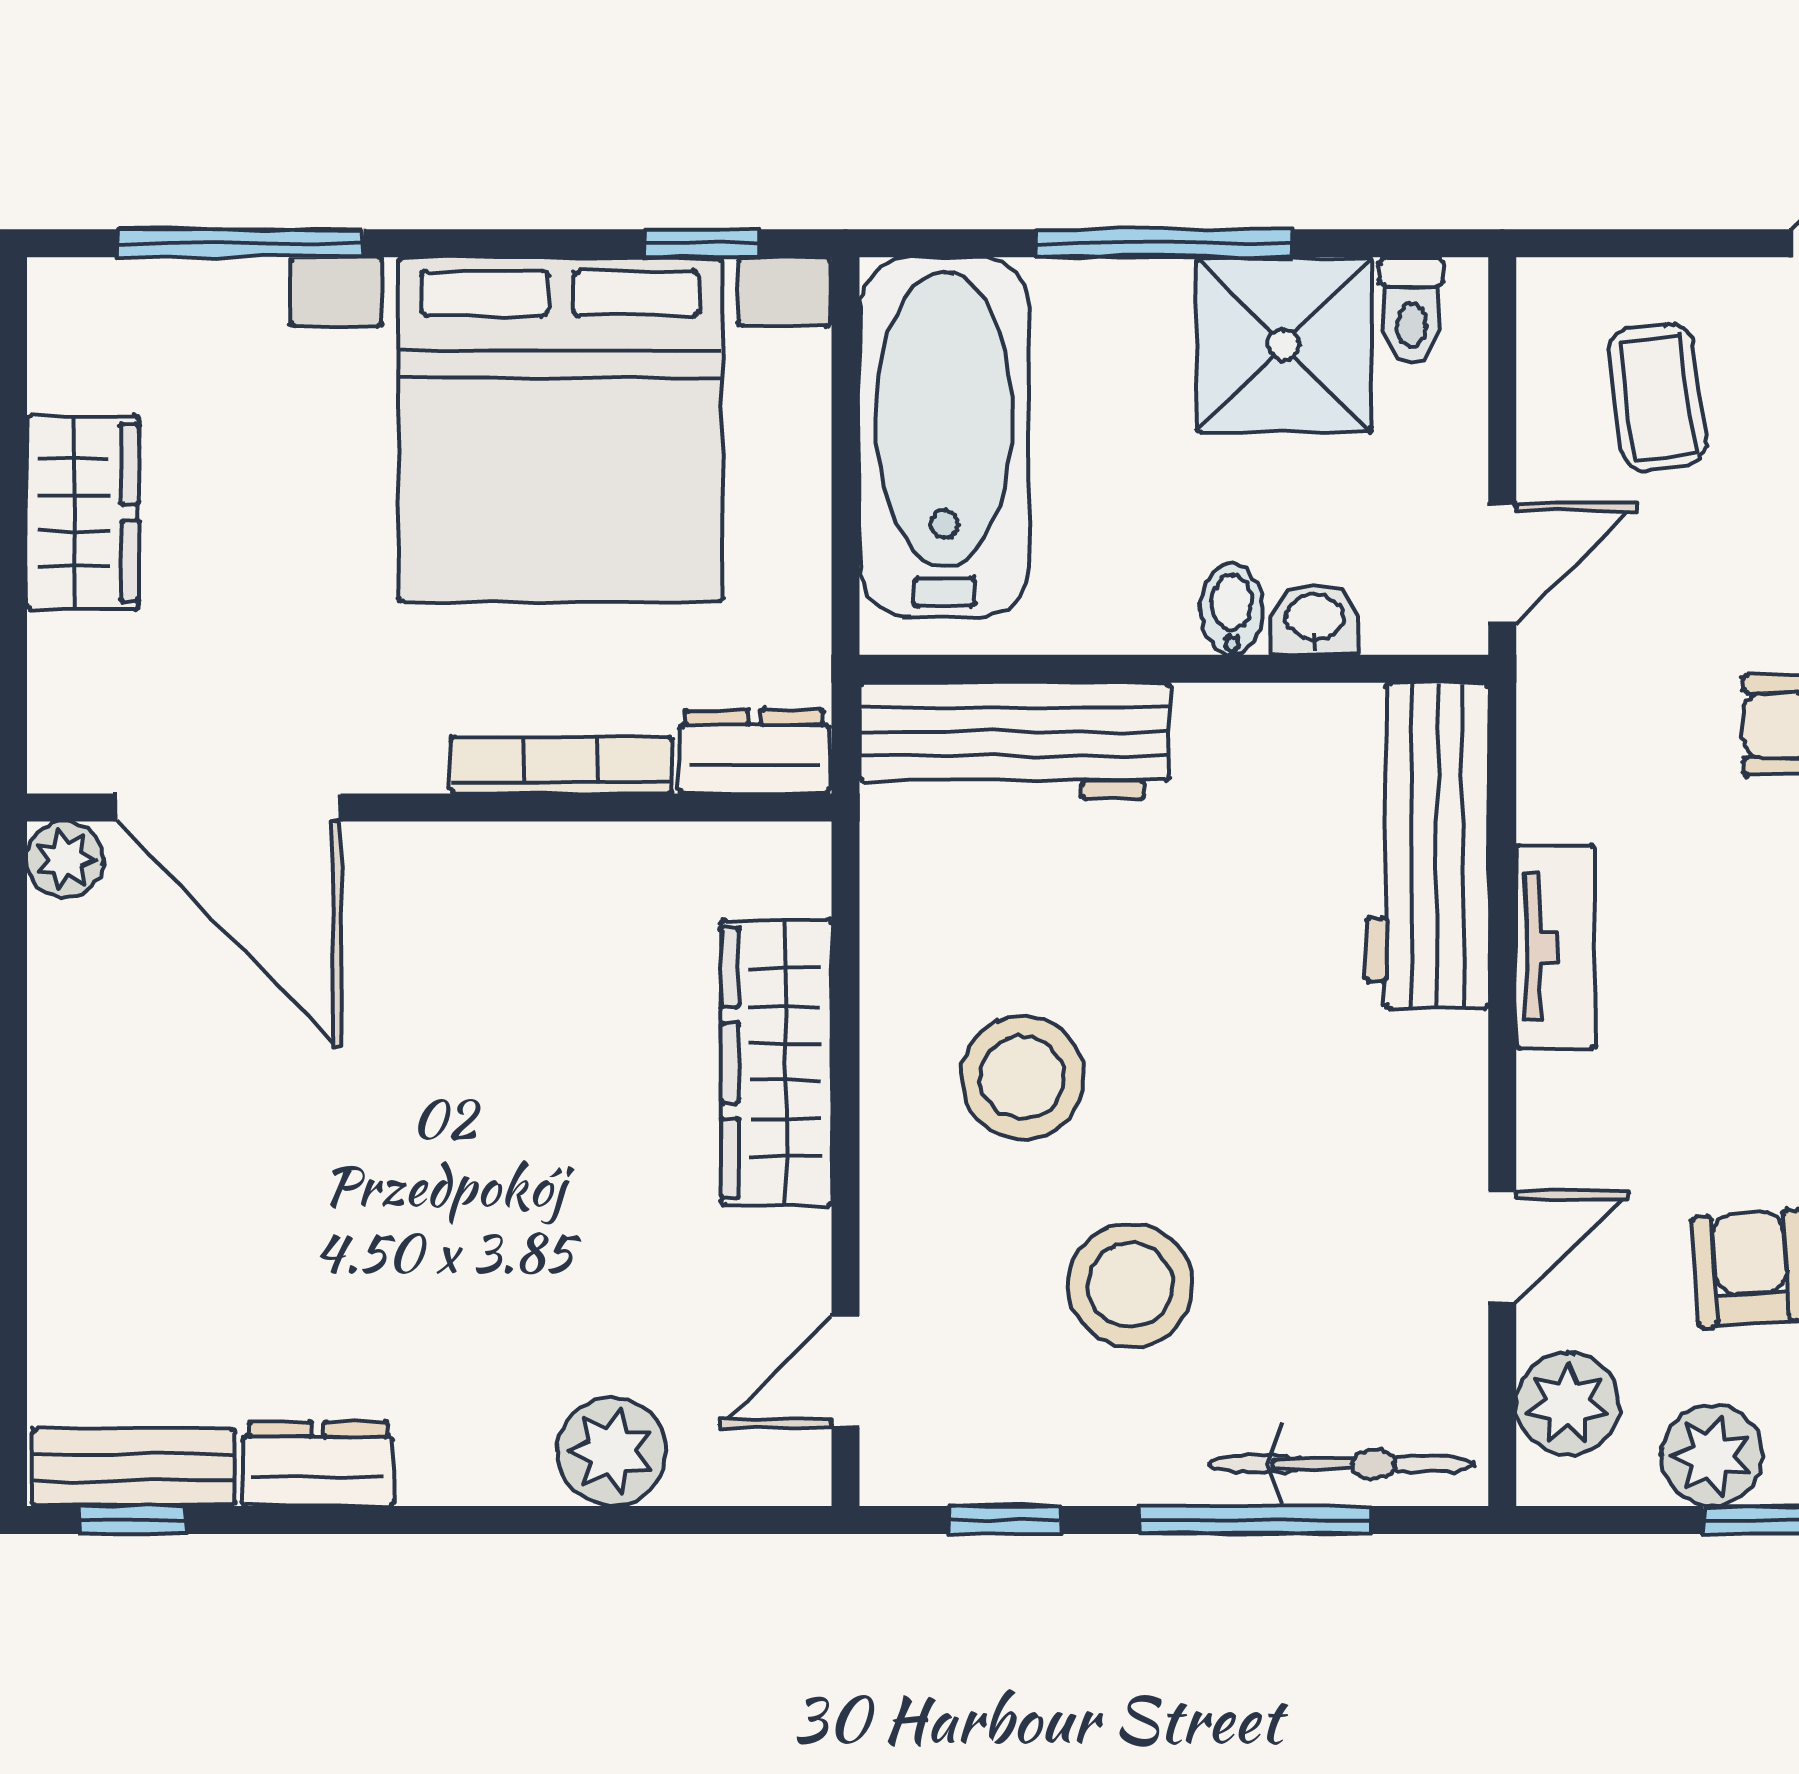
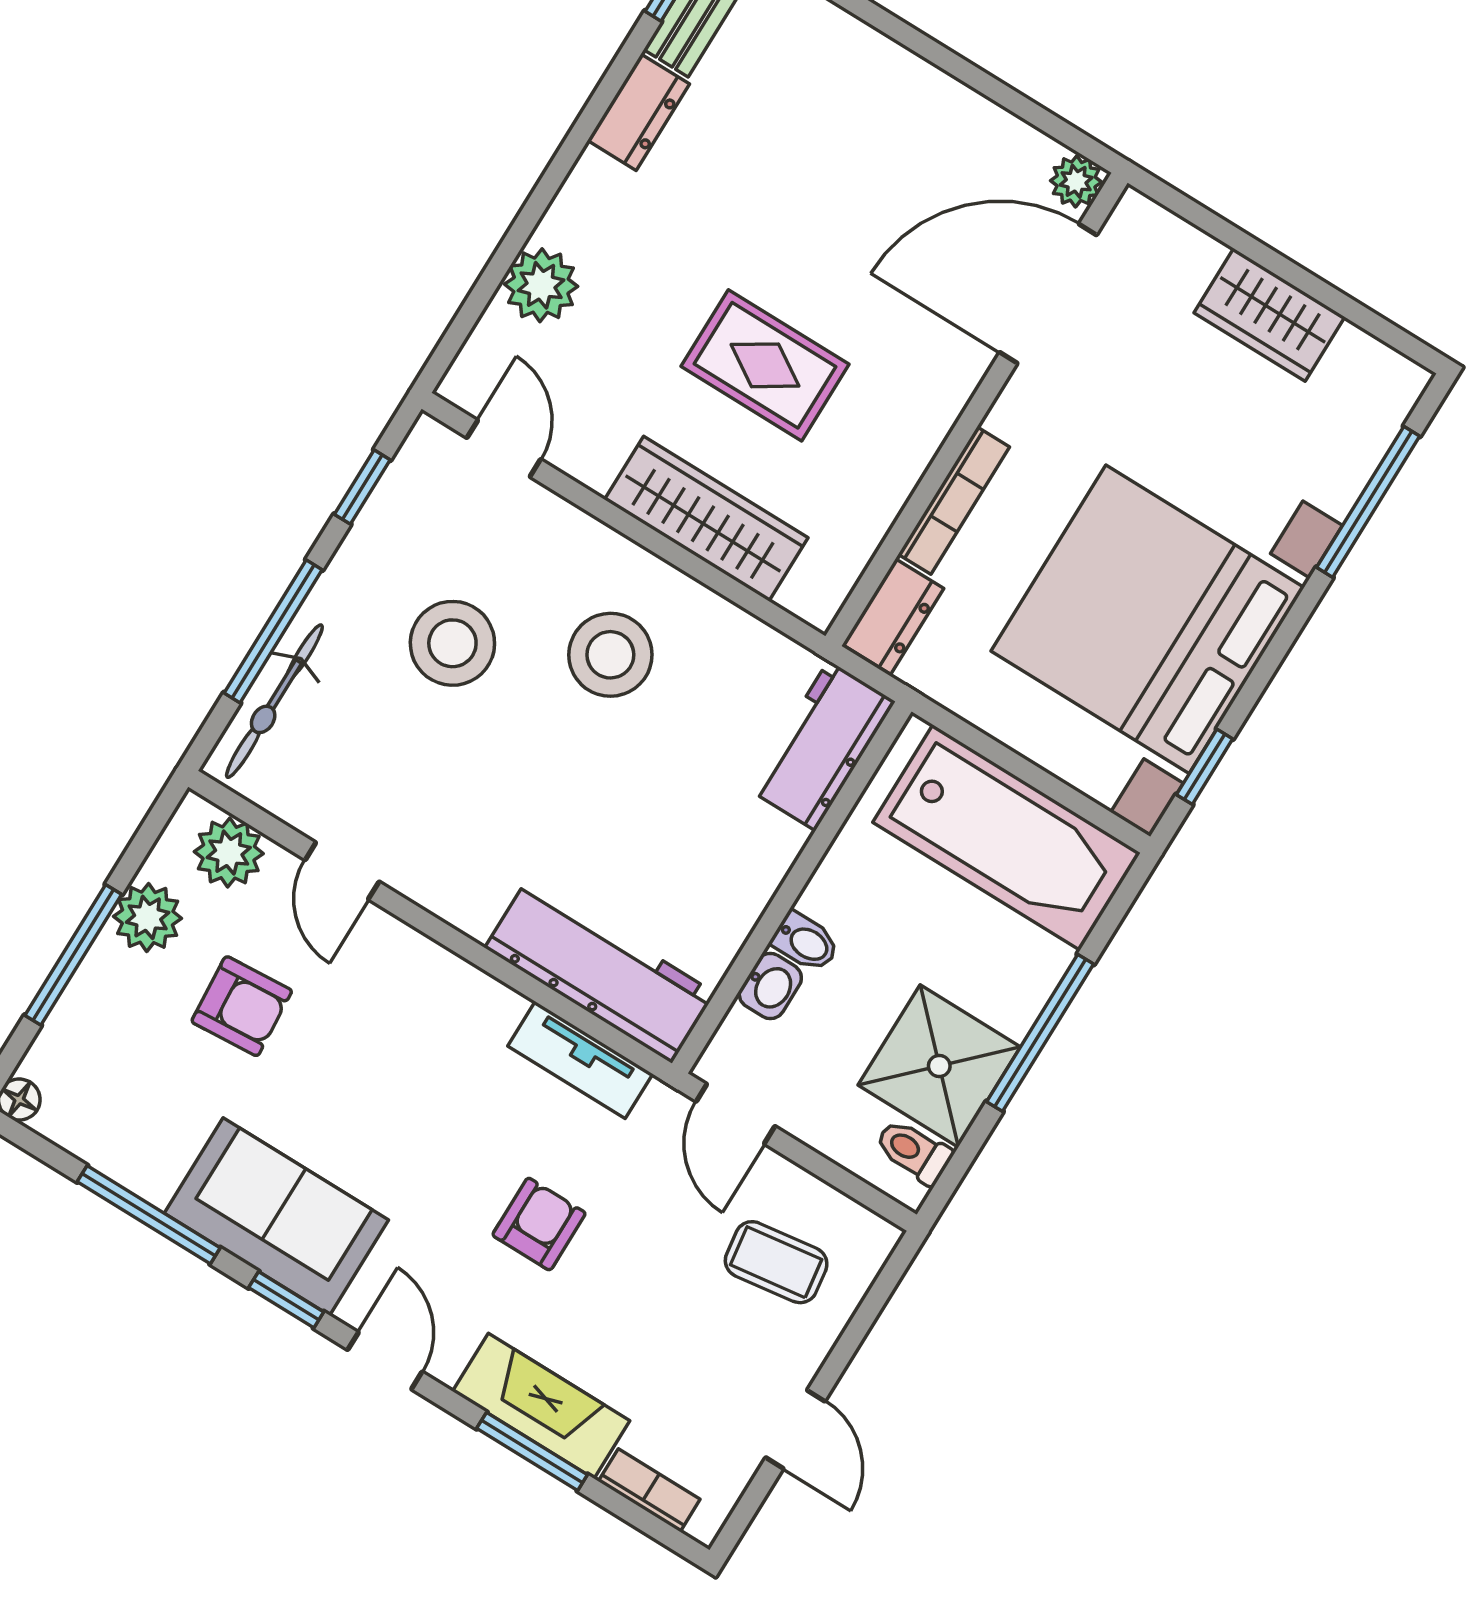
workbench: (1014, 741) -> (822, 746), width x0.73
tv unit: (1555, 947) -> (580, 1060), moved
rug: (538, 1108) -> (765, 365), added

